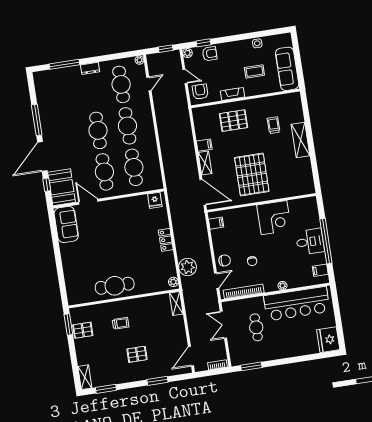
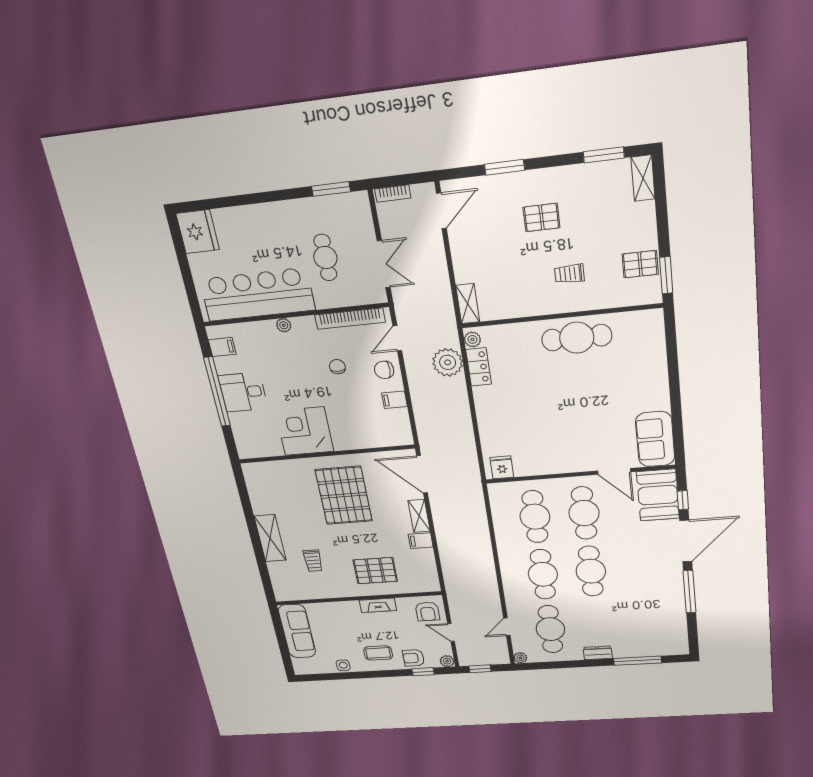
coffee table: (254, 71) -> (378, 653), moved
filing cabinet: (216, 223) -> (394, 400), moved
locker: (166, 240) -> (479, 367), moved

